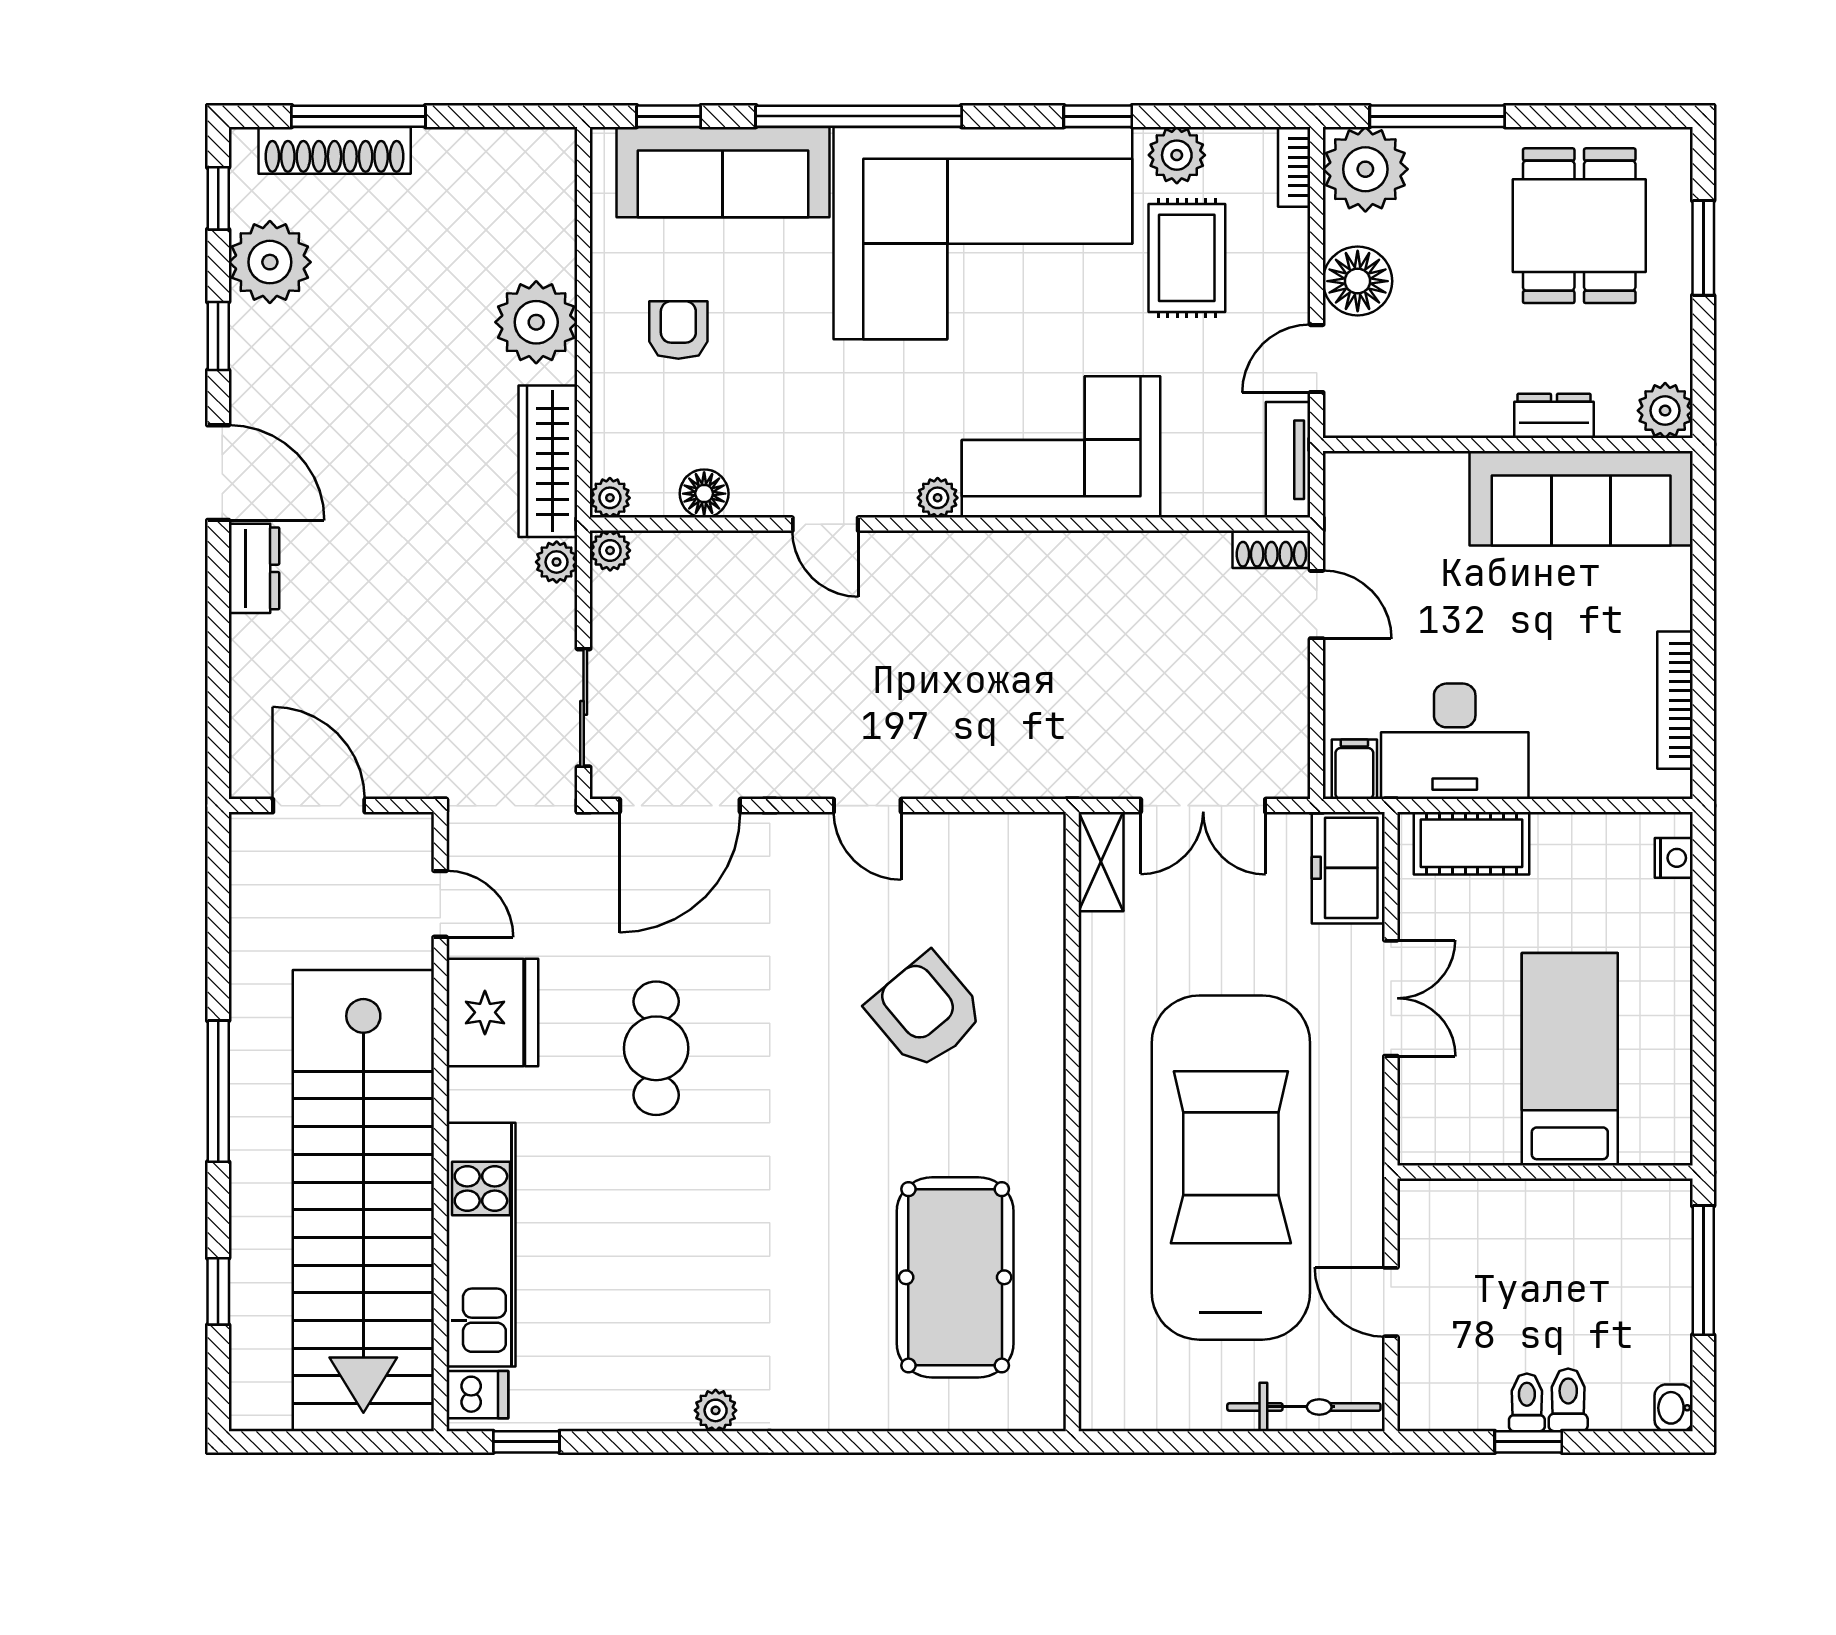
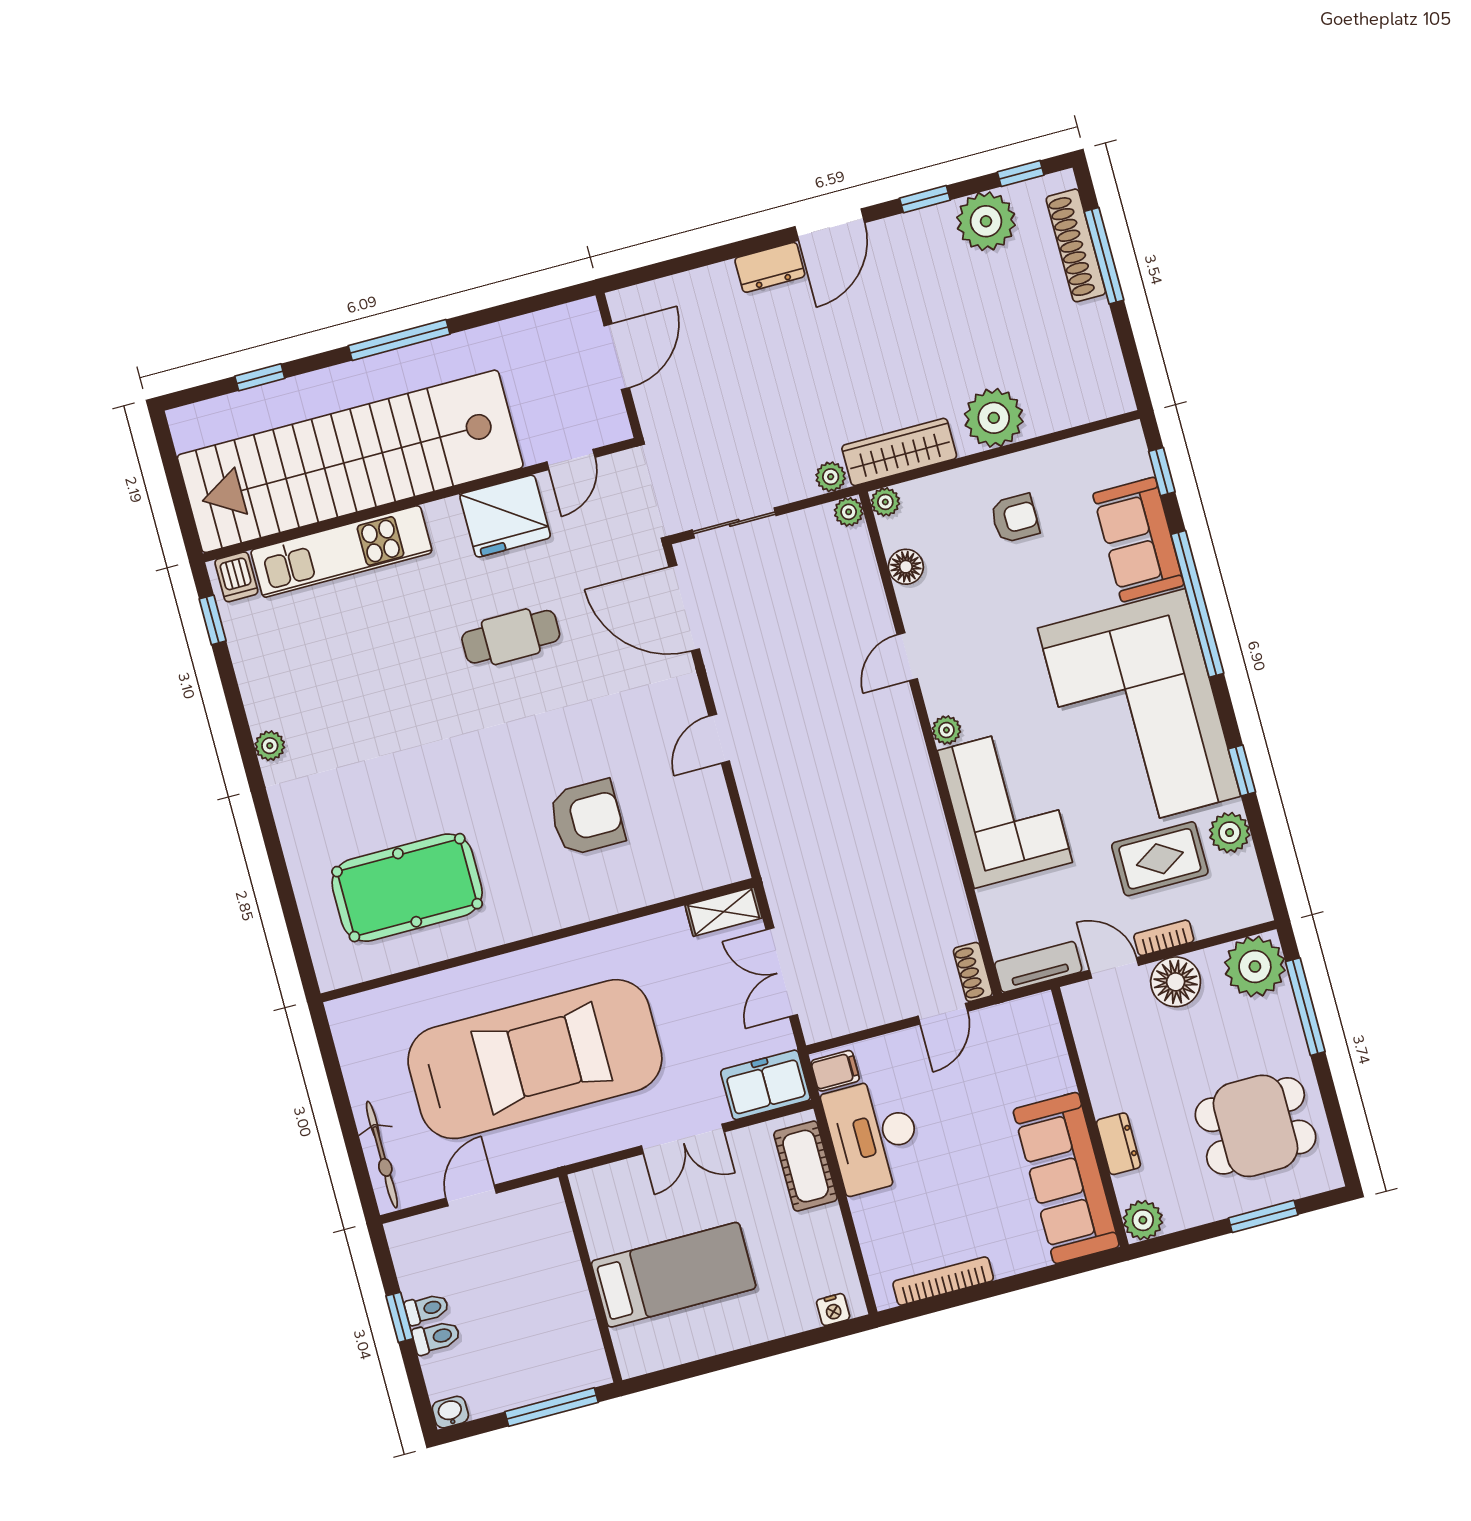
bookcase: (1294, 167) -> (1164, 938), moved
sofa: (723, 172) -> (1138, 539), width x0.73
armchair: (926, 1011) -> (587, 818), turned 40

